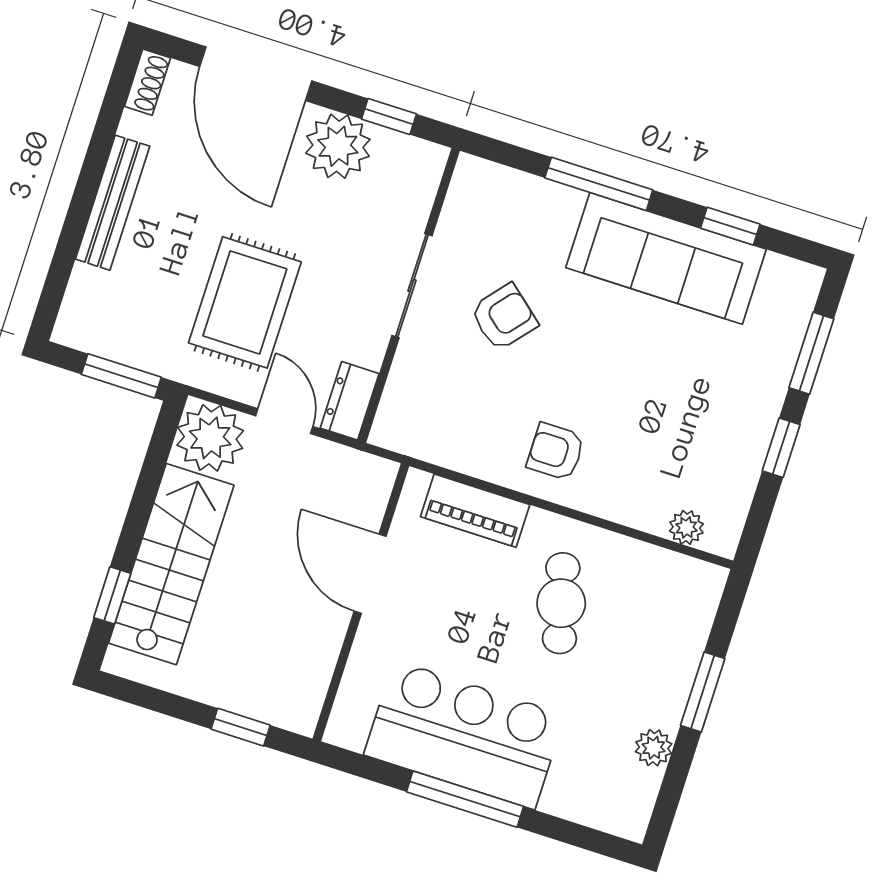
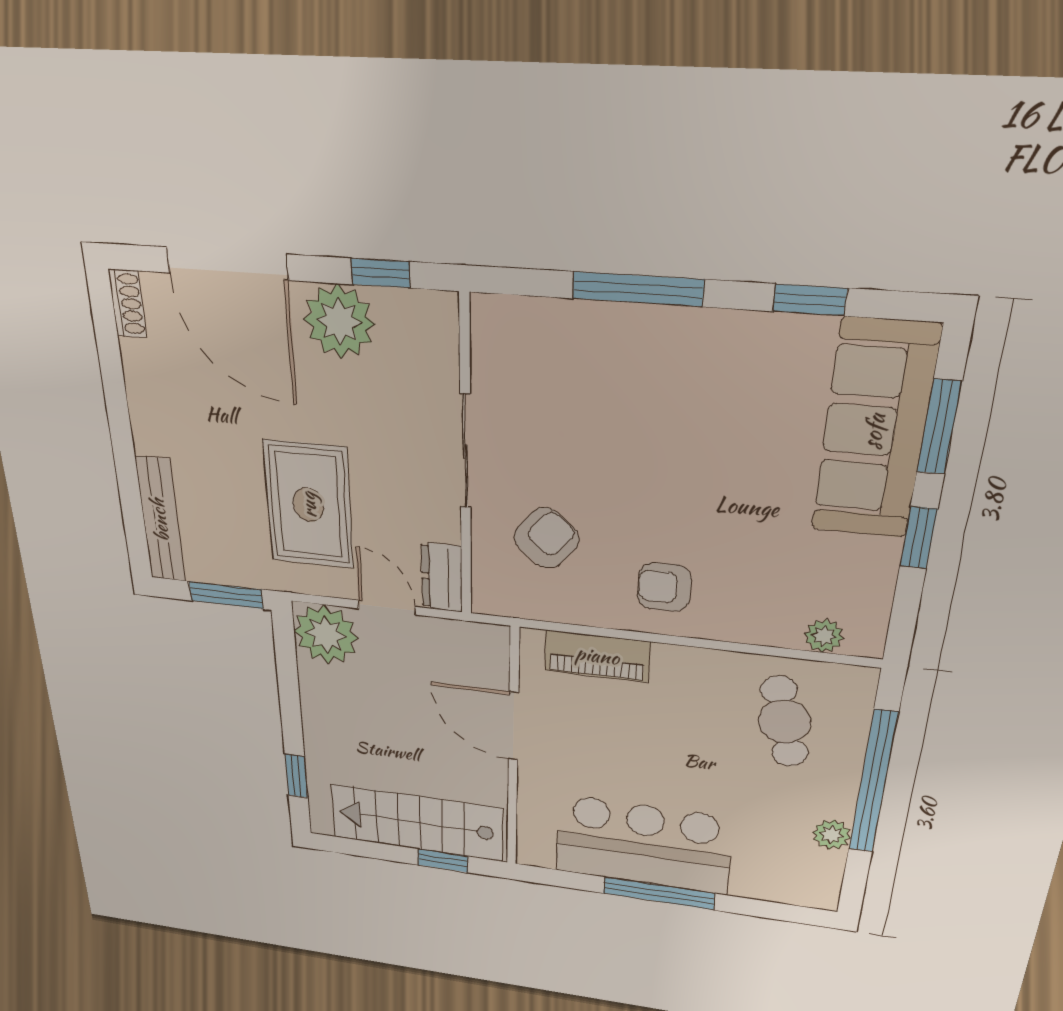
bench: (113, 203) -> (160, 520), moved
sofa: (666, 258) -> (874, 431), moved, turned 90
armchair: (504, 317) -> (546, 538), moved
stairs: (171, 564) -> (417, 823), moved, turned -90
cafe table: (561, 603) -> (784, 722), moved
window: (703, 692) -> (873, 782), width x2.11

